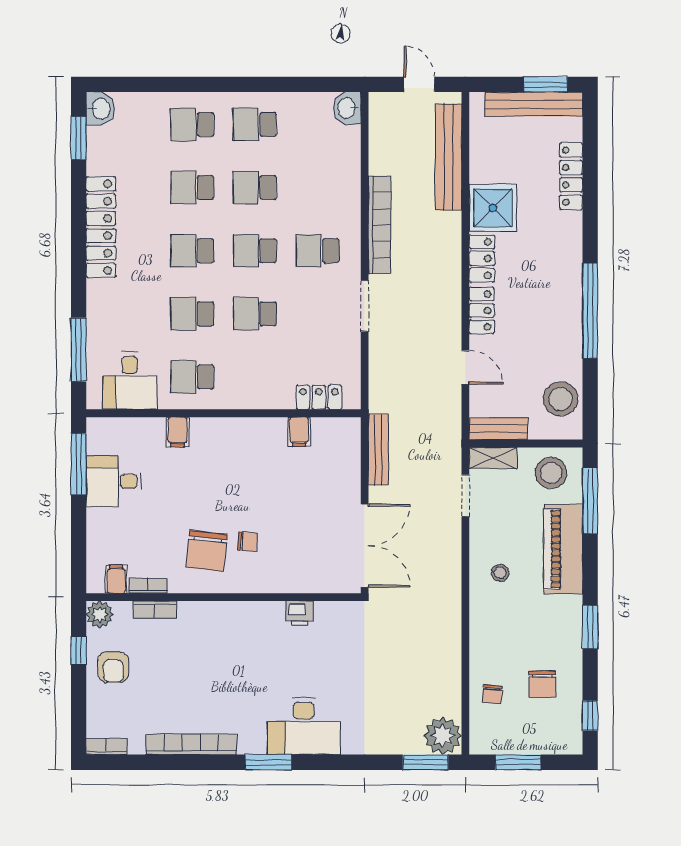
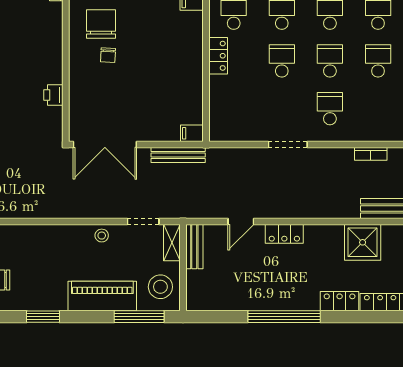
bookcase: (379, 225) -> (371, 154), width x0.43, depth x0.76
locker: (482, 259) -> (340, 301), moved, turned 180
locker: (319, 397) -> (218, 56), moved
stool: (561, 399) -> (217, 294), removed
filing cabinet: (299, 432) -> (192, 133), moved
chair: (206, 551) -> (101, 24), turned 84
stool: (500, 573) -> (102, 236), moved

